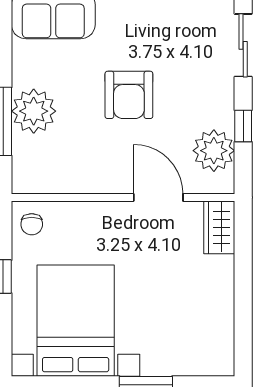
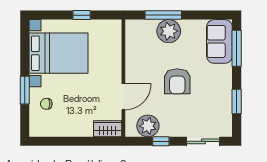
armchair: (129, 95) -> (177, 81), turned -90
chair: (32, 224) -> (46, 104), moved

